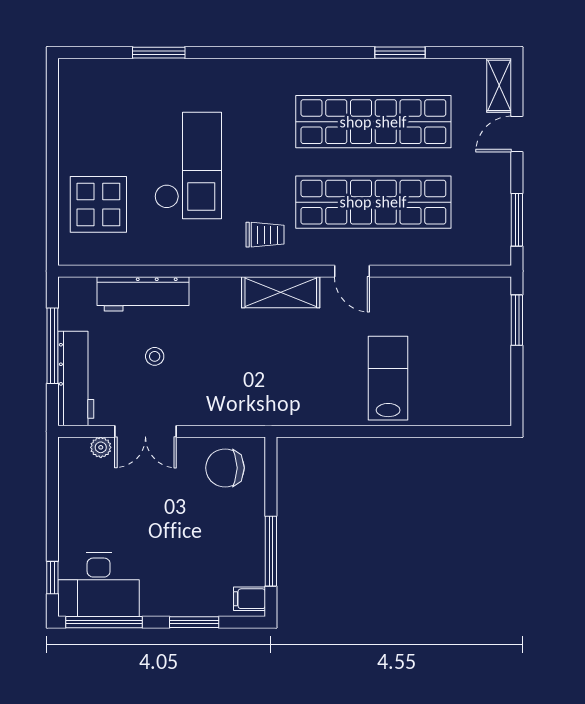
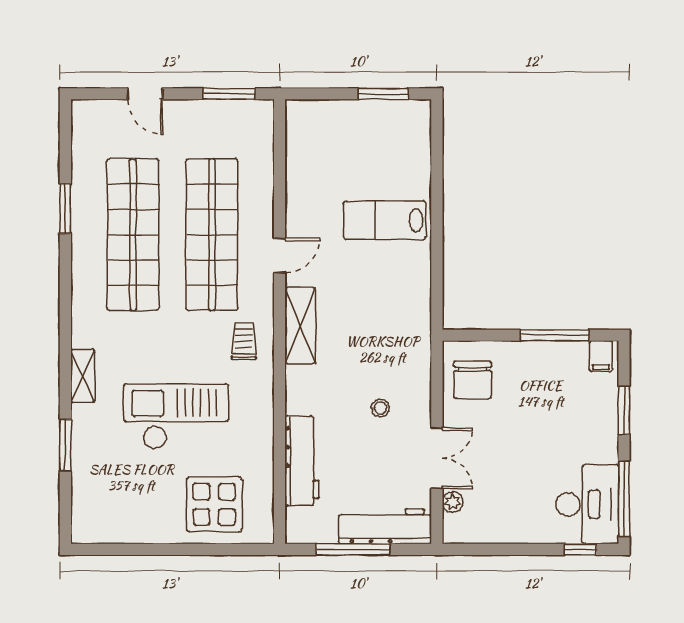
shelving: (499, 85) -> (83, 376), moved, turned 90
window: (517, 320) -> (383, 94), moved
stool: (155, 356) -> (380, 408), moved

